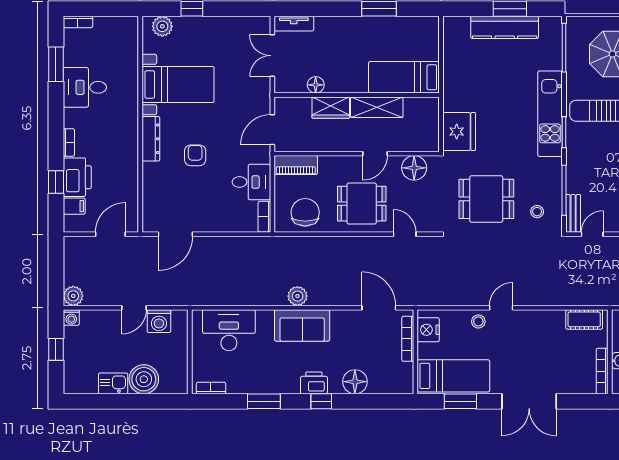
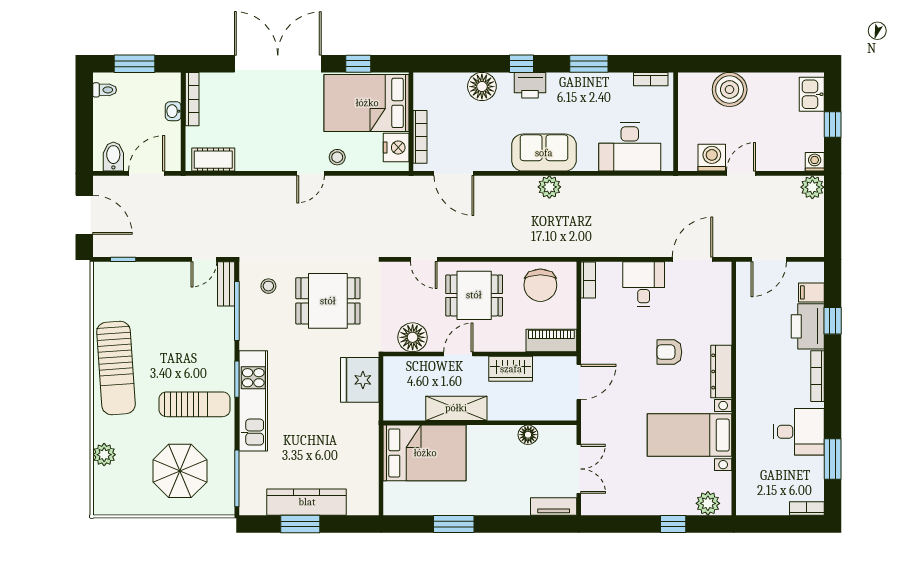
bed: (404, 77) -> (425, 453), width x1.50
wardrobe: (331, 108) -> (511, 369), moved, turned 180
bookcase: (69, 143) -> (817, 376), width x1.56
armchair: (195, 155) -> (669, 352), turned 90
desk: (251, 182) -> (644, 284), moved, turned 90
bed: (453, 376) -> (367, 103), width x1.50
kitchen sink: (113, 383) -> (812, 94), moved, turned 90
window: (460, 401) -> (358, 64), width x0.67
double door: (529, 401) -> (278, 64), width x1.36

